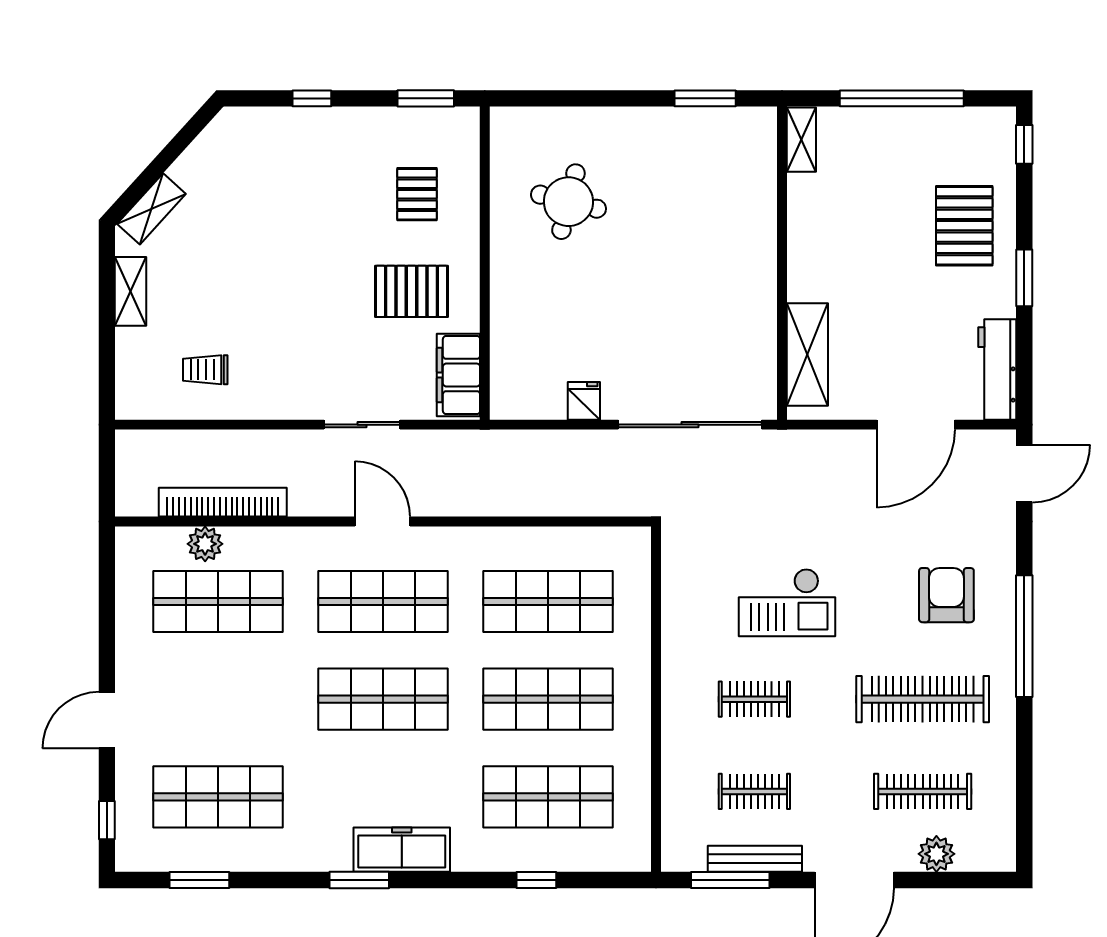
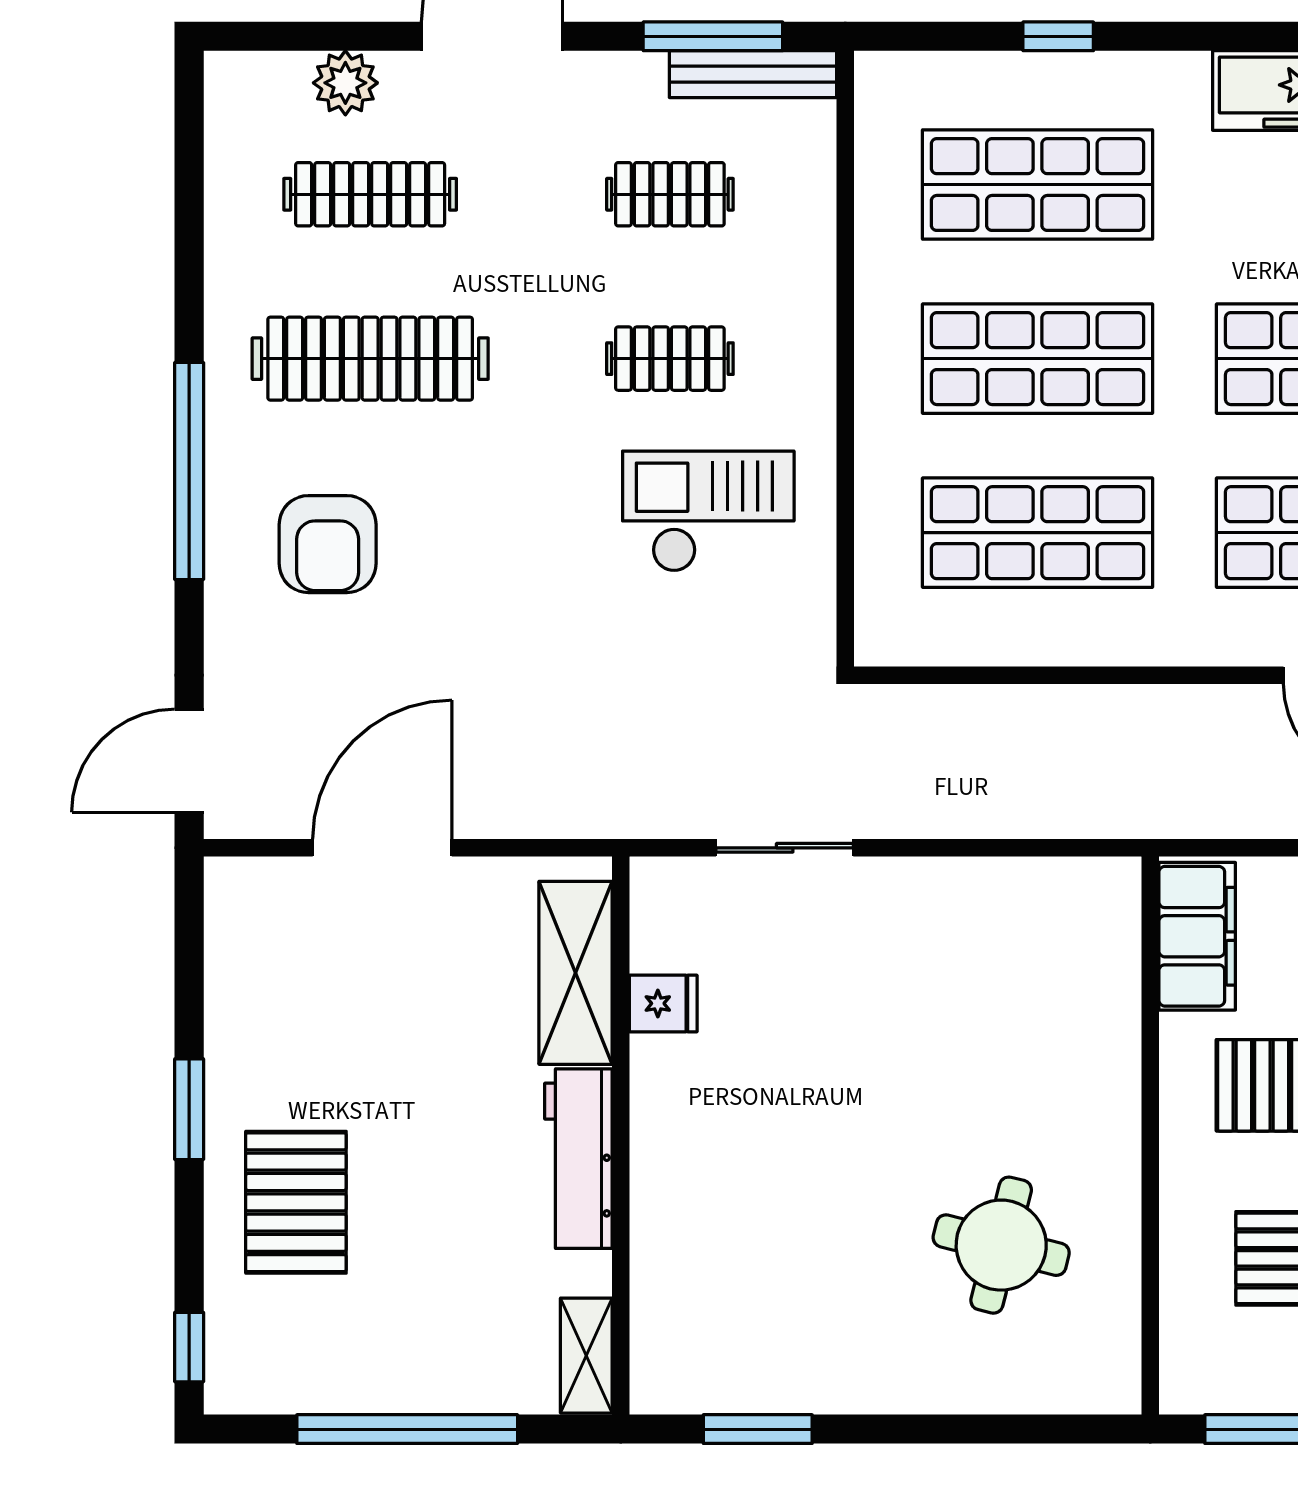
workbench: (997, 369) -> (578, 1159), moved, turned 180
fridge: (584, 401) -> (663, 1003), moved, turned -90
sliding door: (690, 425) -> (785, 848), width x0.54
checkout: (787, 603) -> (708, 511), moved
bench: (755, 859) -> (753, 74), moved

